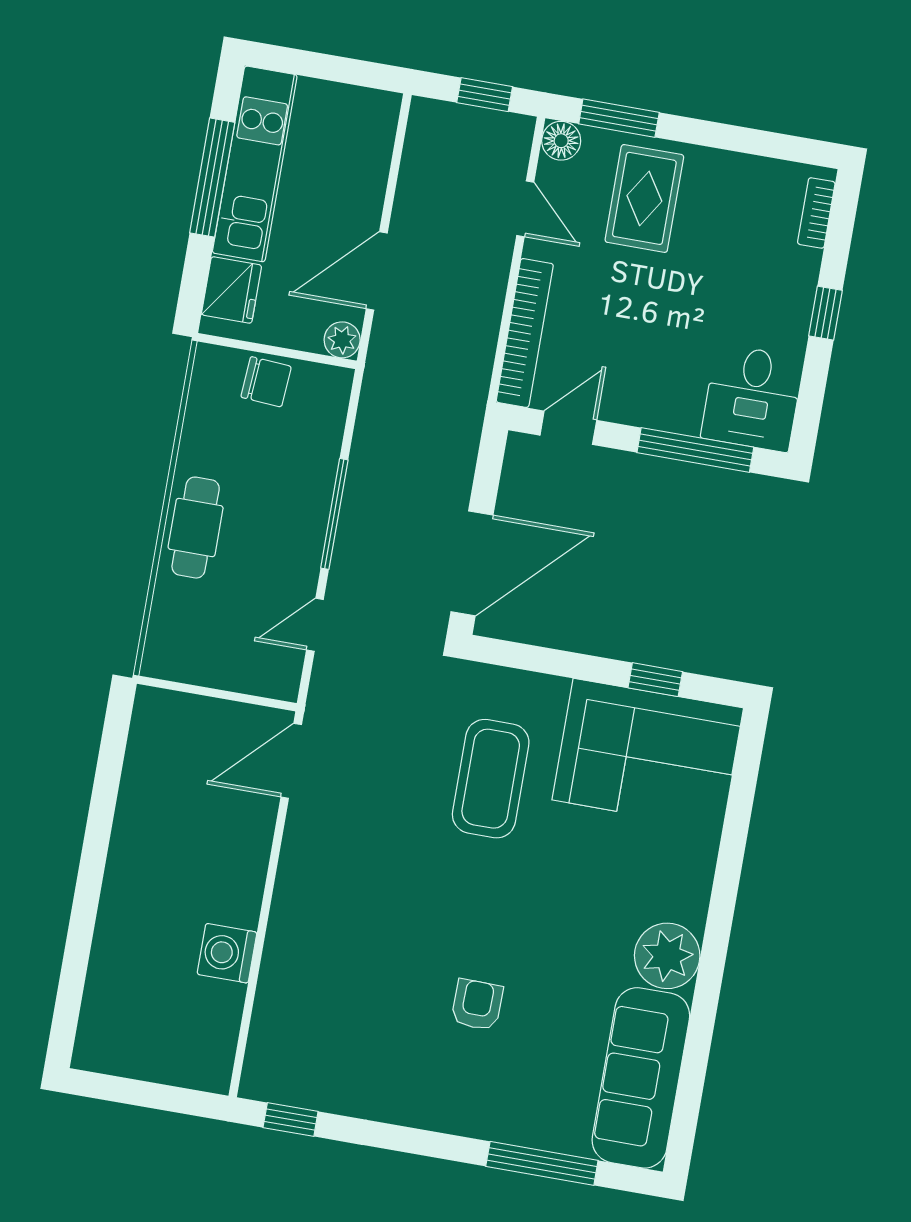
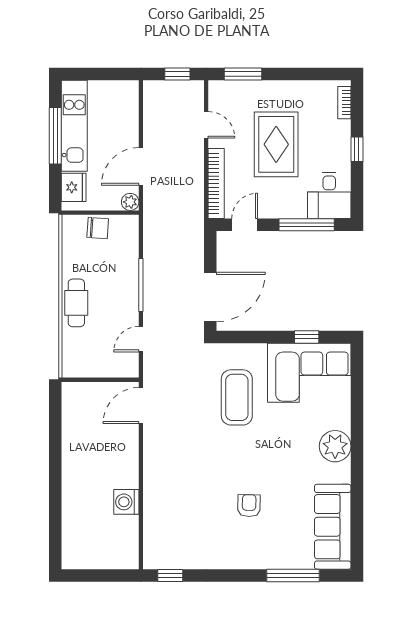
floor lamp: (561, 141) -> (217, 89), removed
rug: (644, 198) -> (276, 144), moved, width x1.36, depth x1.43
plant: (667, 956) -> (335, 446), moved

